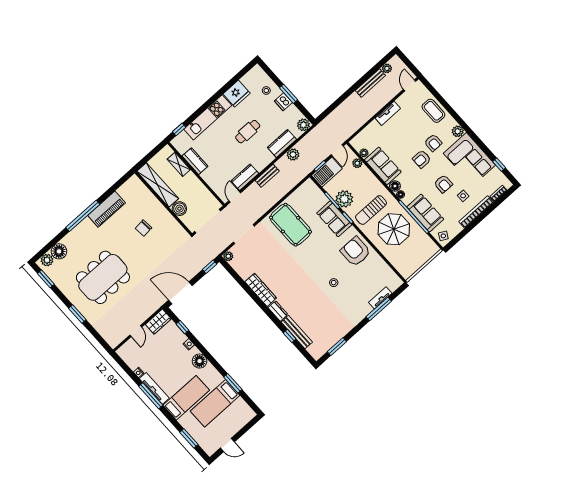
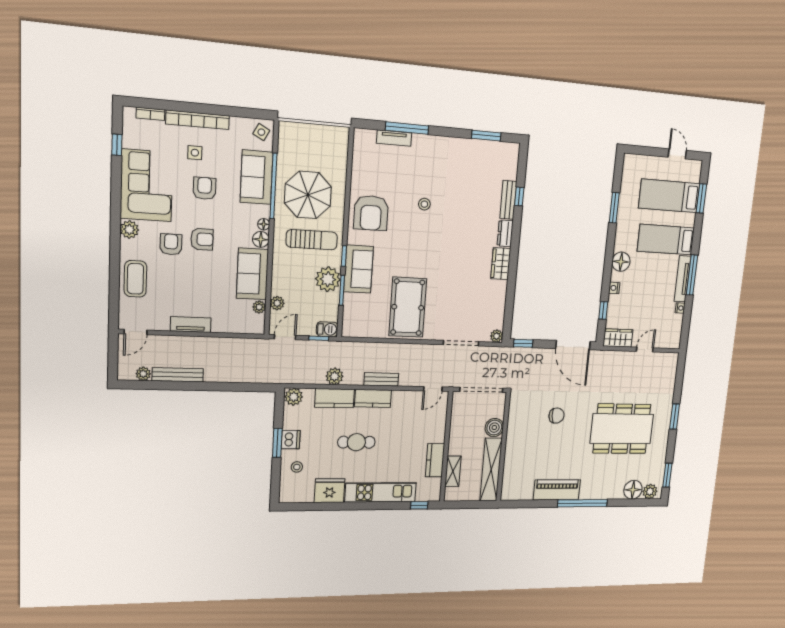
barbecue: (327, 172) -> (327, 329), width x0.53, depth x0.65
kitchen counter: (245, 177) -> (373, 398), moved
chair: (143, 228) -> (557, 416), moved
wardrobe: (261, 290) -> (501, 264), width x0.67
bench: (297, 332) -> (508, 200), width x0.73
bed: (215, 403) -> (669, 196), moved, turned 180

